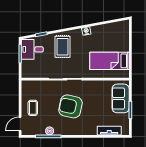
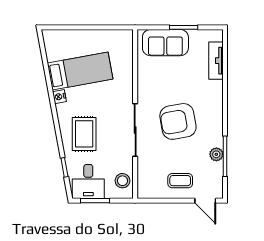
rug: (63, 47) -> (84, 134), turned 90
bed: (109, 61) -> (80, 71), moved, turned -100
stool: (33, 71) -> (123, 181), added
armchair: (70, 106) -> (178, 121), turned 68

